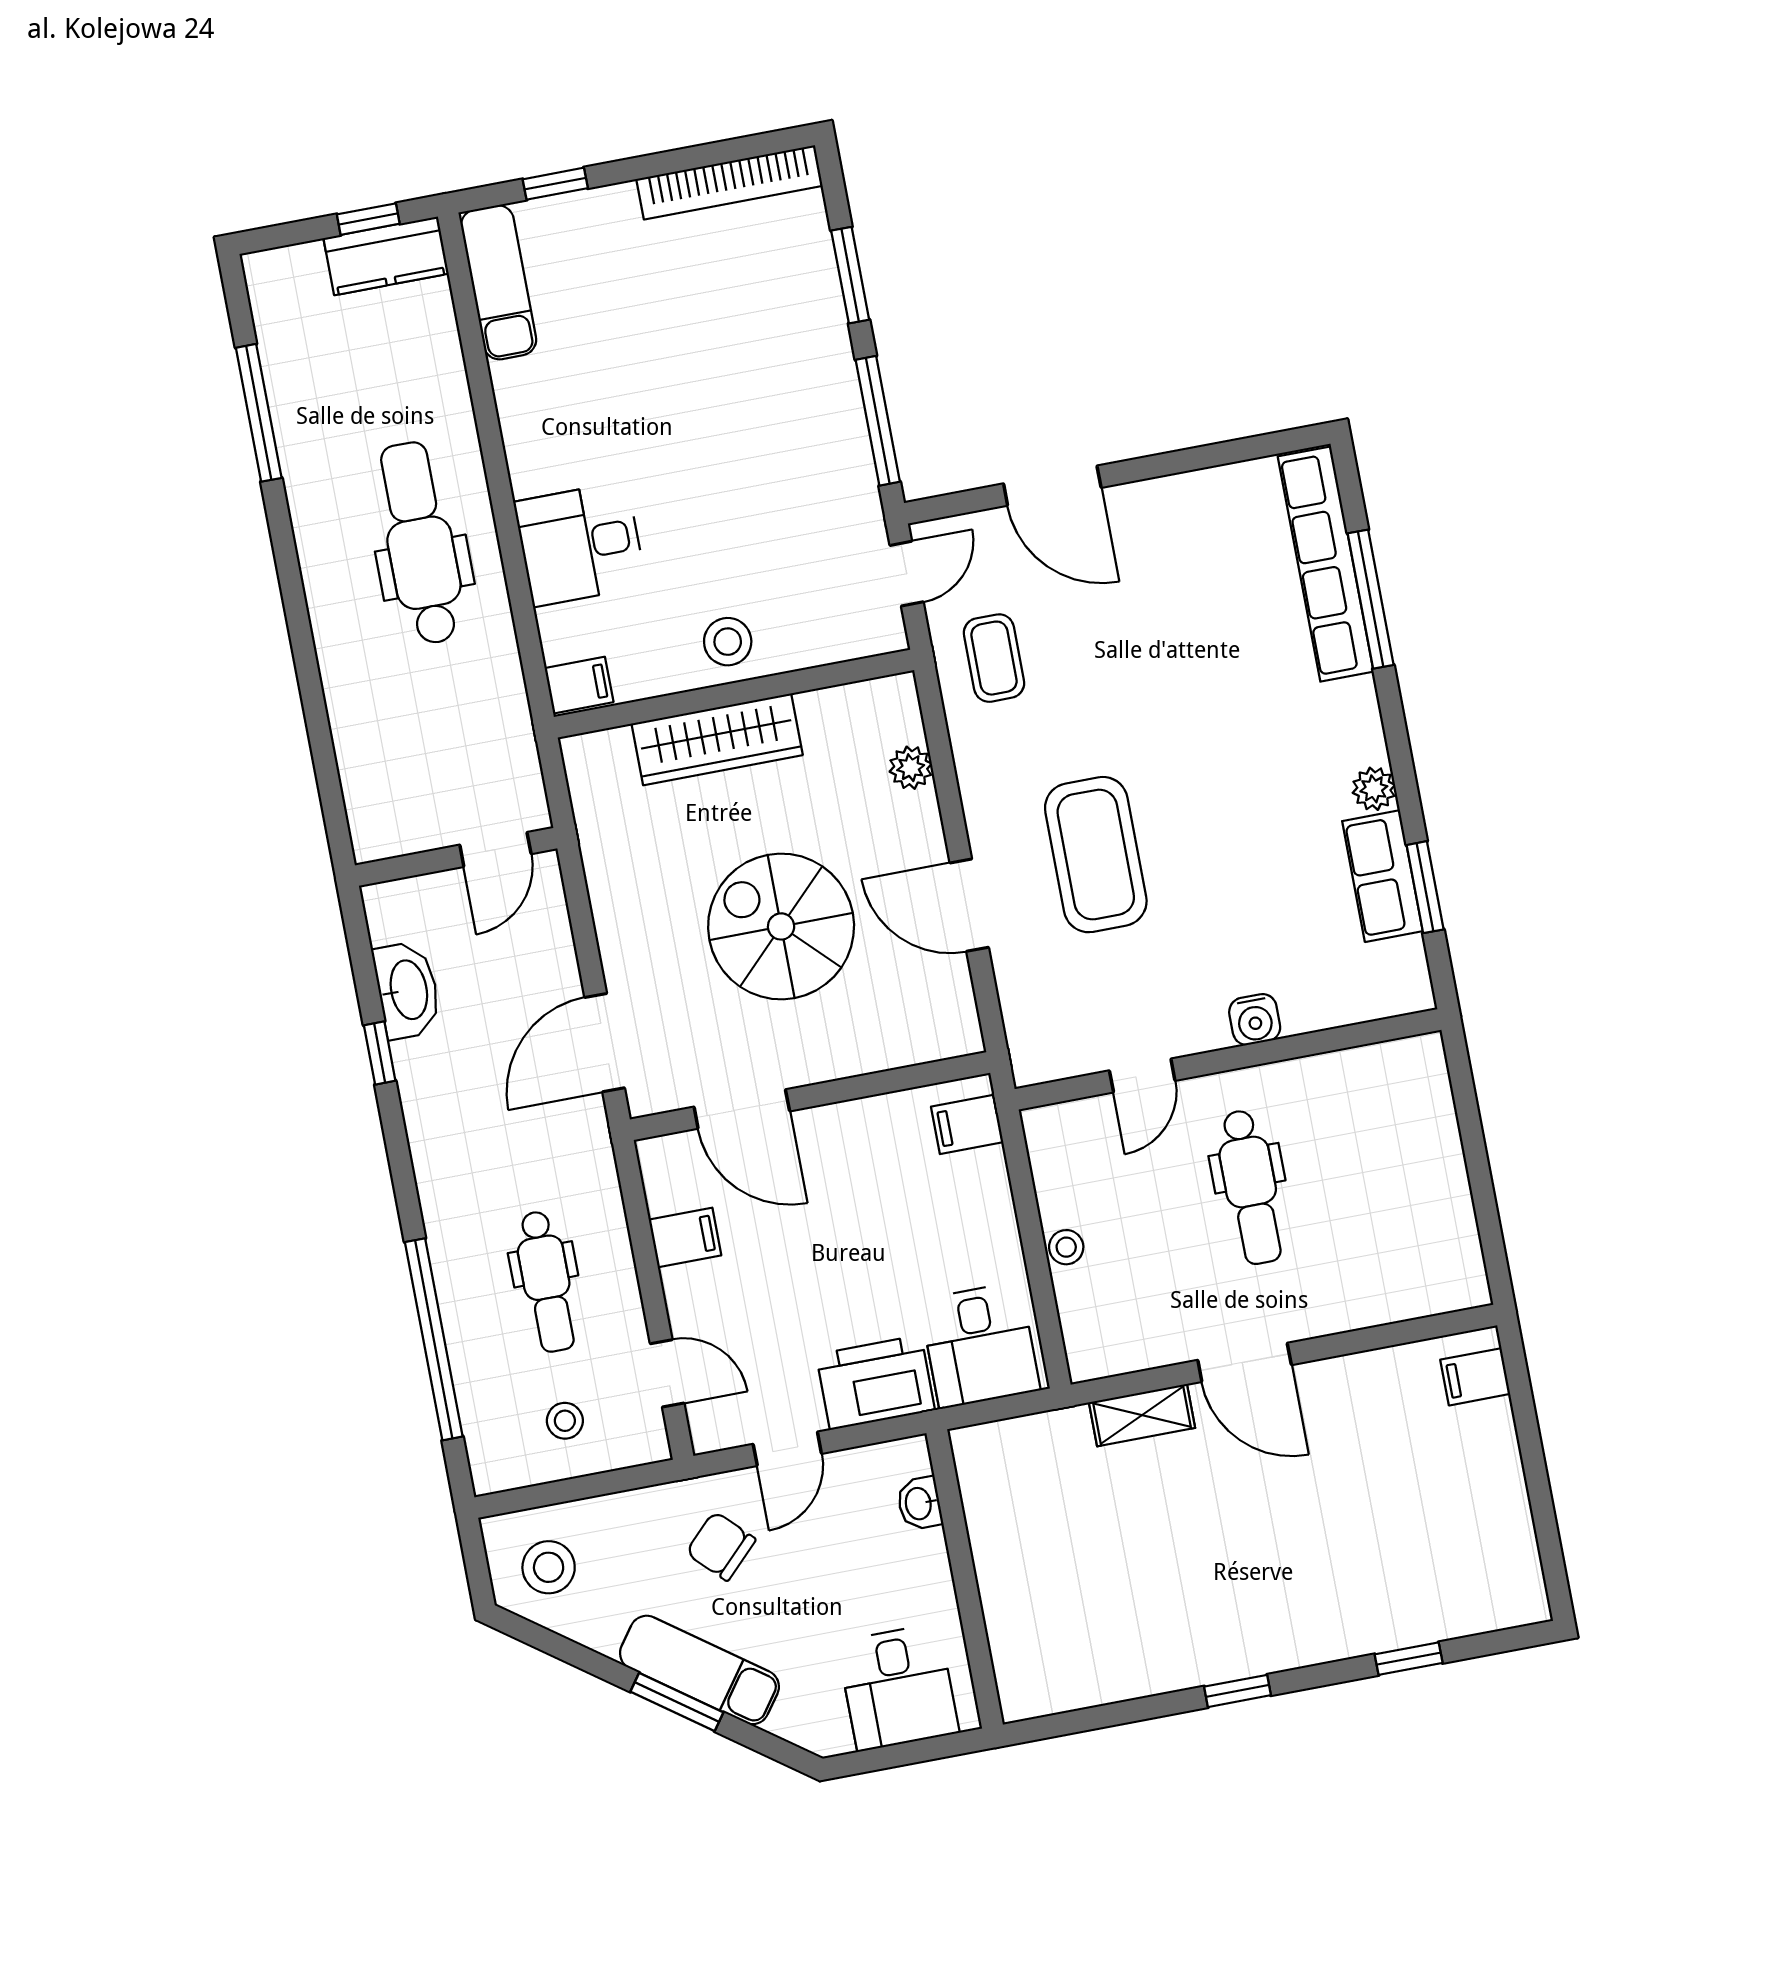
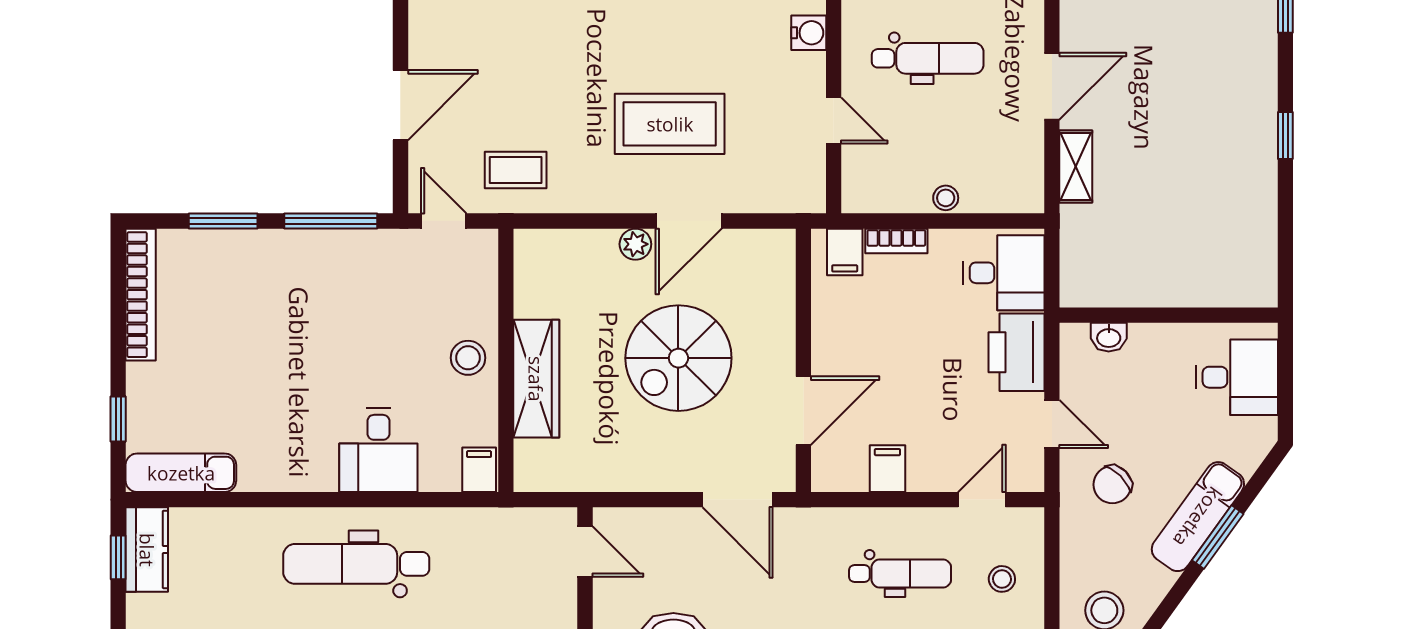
plant: (911, 768) -> (635, 244), moved
bookcase: (995, 1191) -> (896, 241), added

